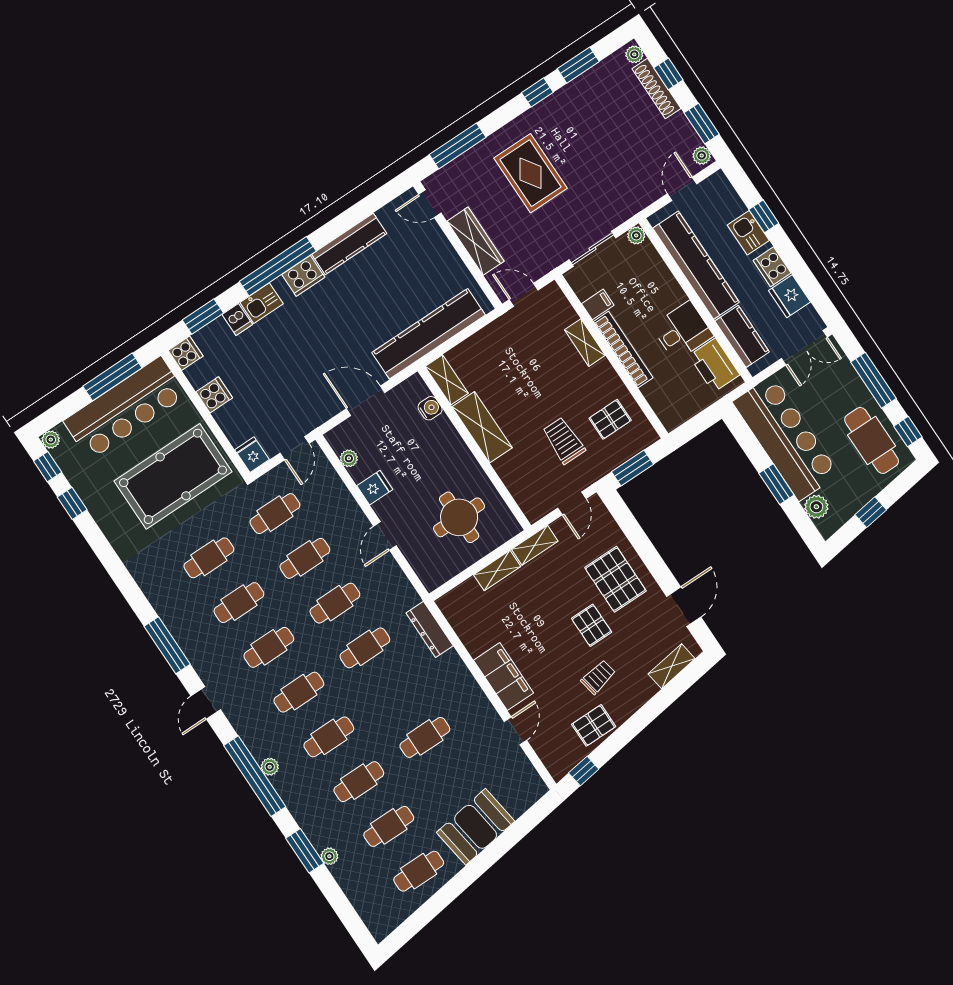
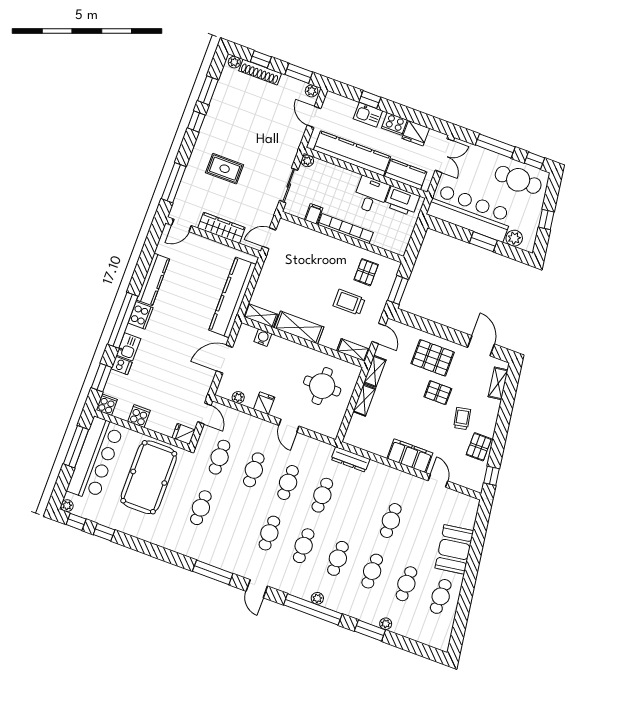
rug: (530, 173) -> (225, 169), width x0.73, depth x0.70
shelving: (585, 343) -> (353, 350), moved
cafe table: (239, 603) -> (235, 520), removed

